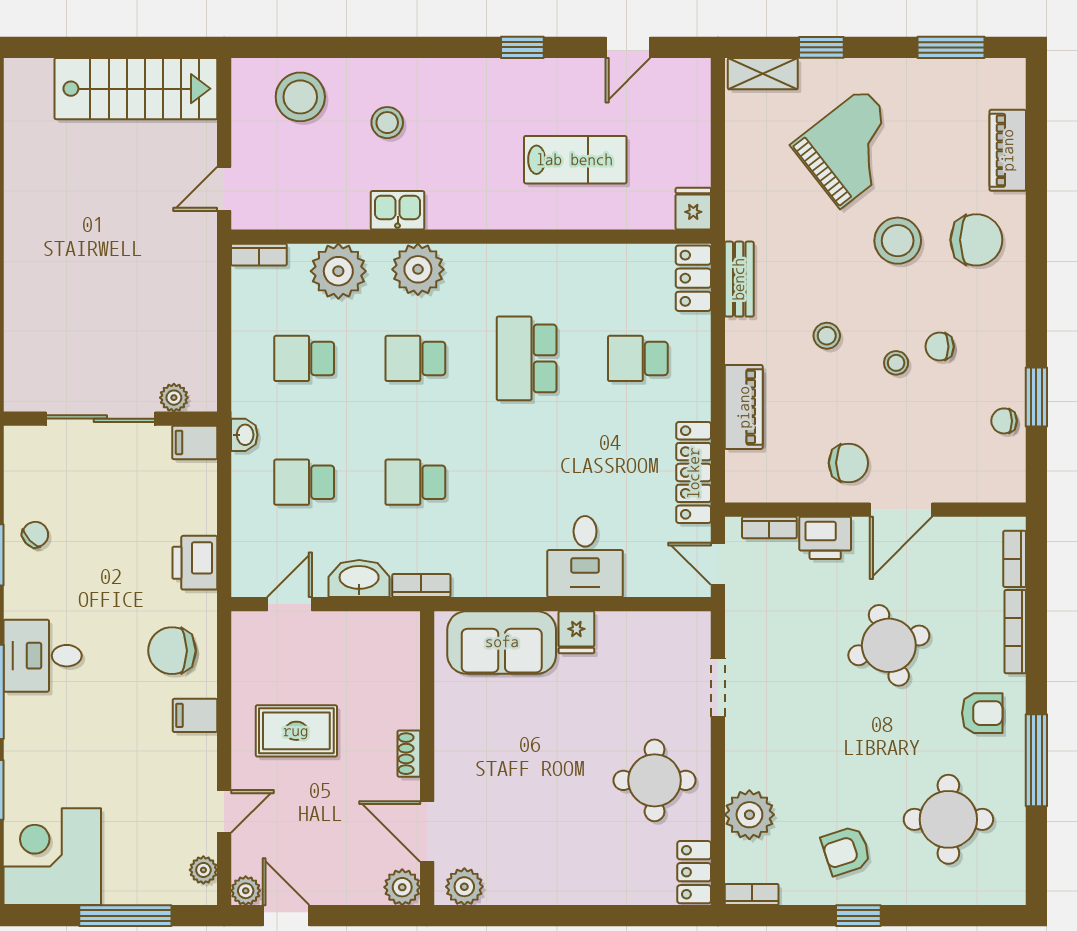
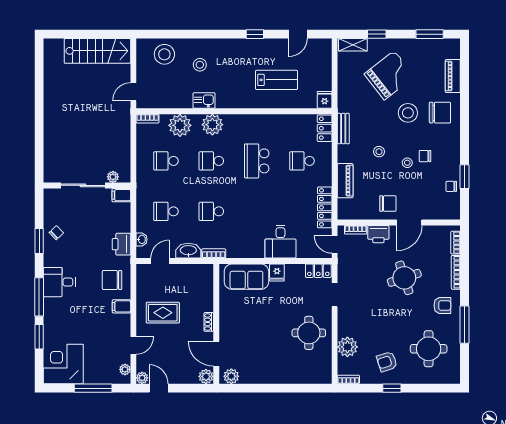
washbasin: (244, 435) -> (142, 239), moved
locker: (694, 872) -> (318, 271), moved, turned -90

